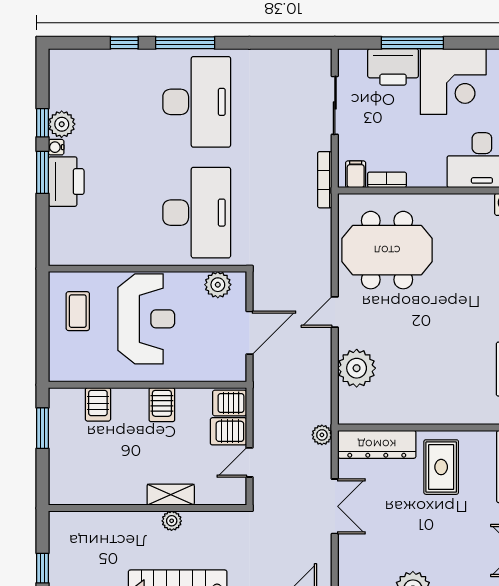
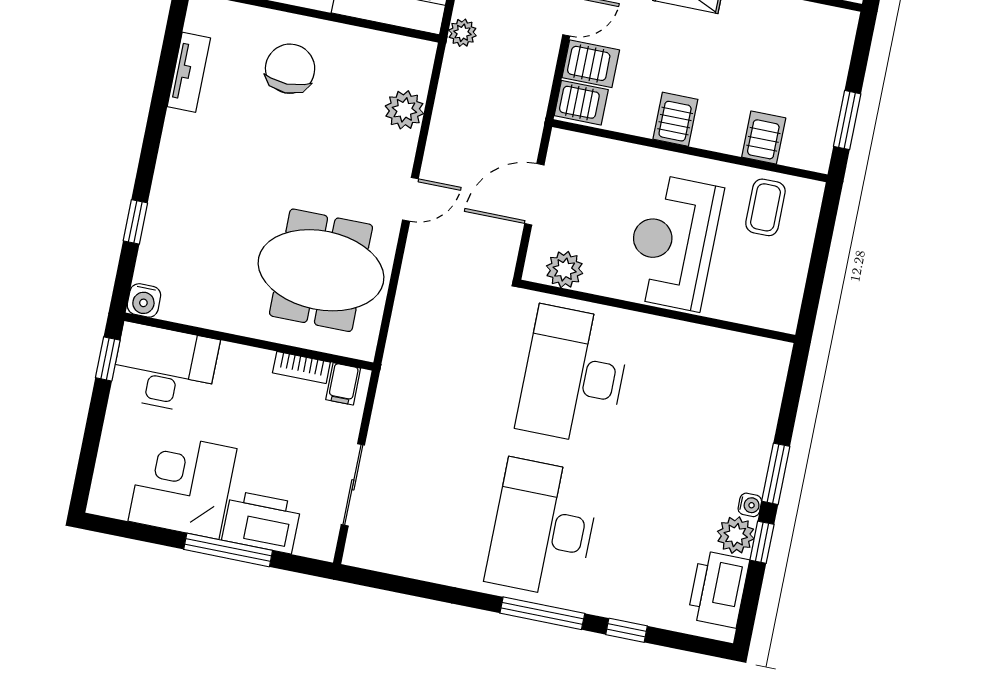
bookcase: (325, 180) -> (387, 385), removed
printer: (66, 182) -> (718, 589), moved
coffee table: (78, 311) -> (765, 207), moved
plant: (357, 368) -> (404, 110), width x0.73, depth x0.73
chair: (437, 386) -> (290, 69), added

